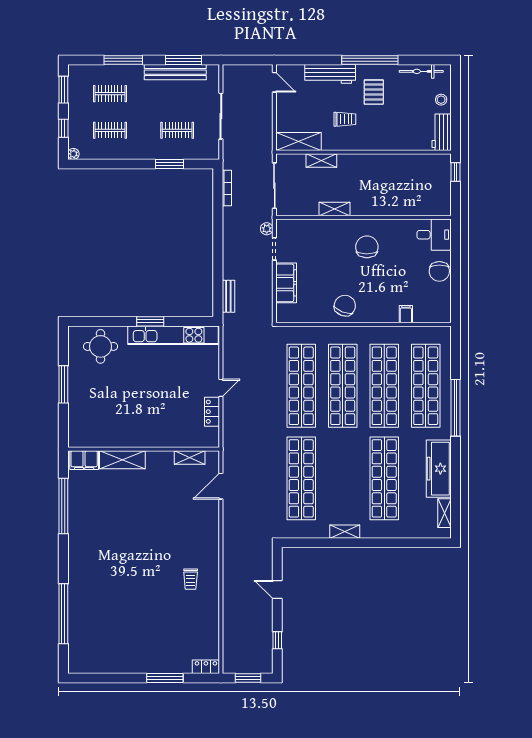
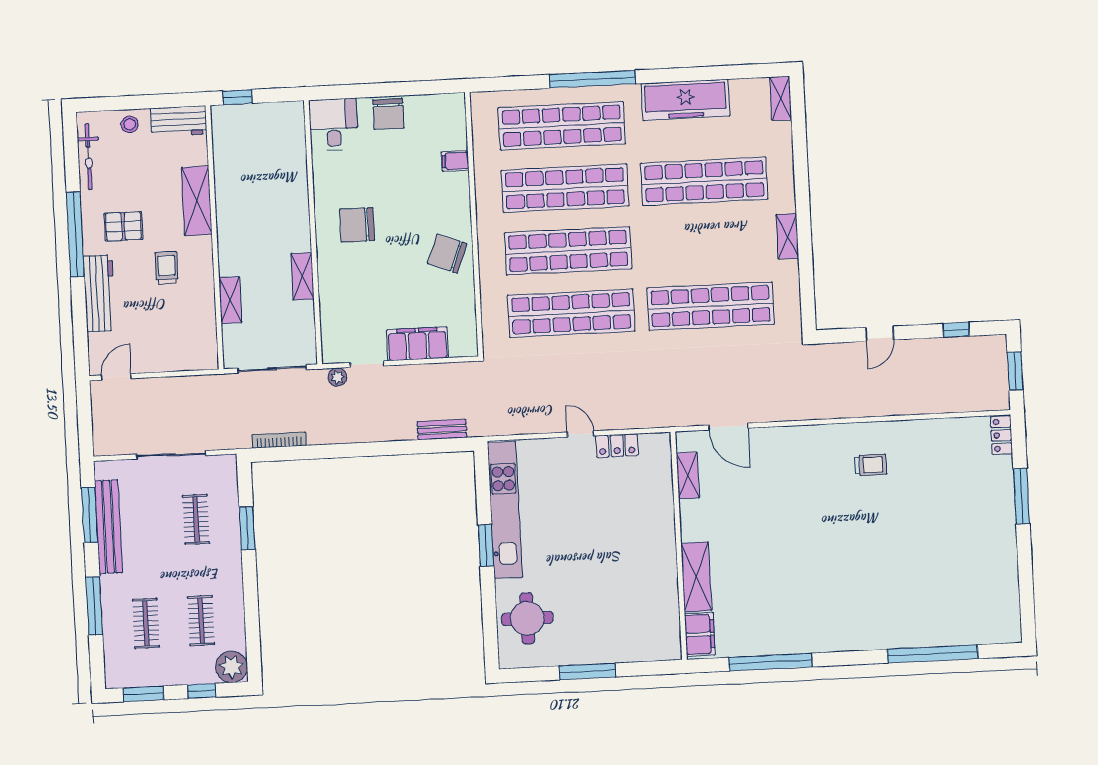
shelving: (298, 142) -> (197, 201), moved
plant: (73, 154) -> (232, 667), width x1.87, depth x1.87
chair: (439, 271) -> (388, 114), turned 90
shelving: (445, 513) -> (781, 98), moved, turned 90

